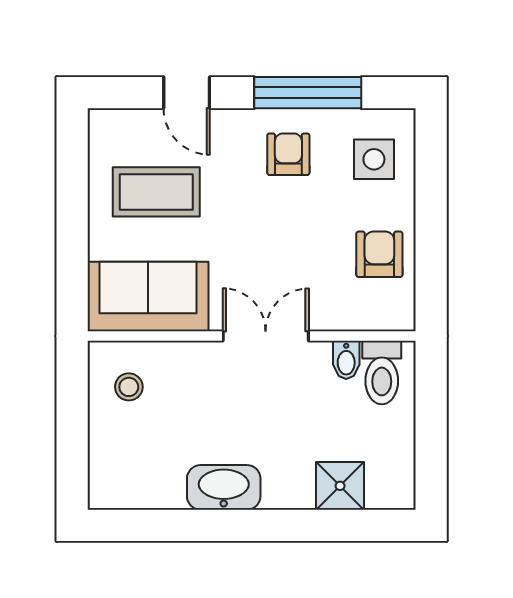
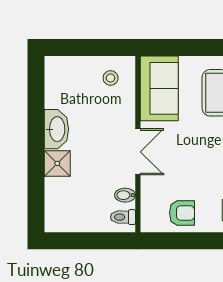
toilet: (382, 373) -> (123, 217), width x0.73, depth x0.72
shower: (340, 486) -> (57, 163), moved

